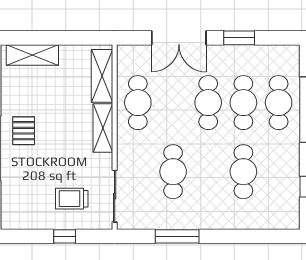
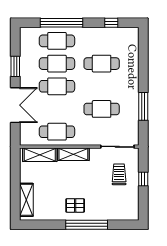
trolley: (72, 199) -> (119, 174), turned 180

